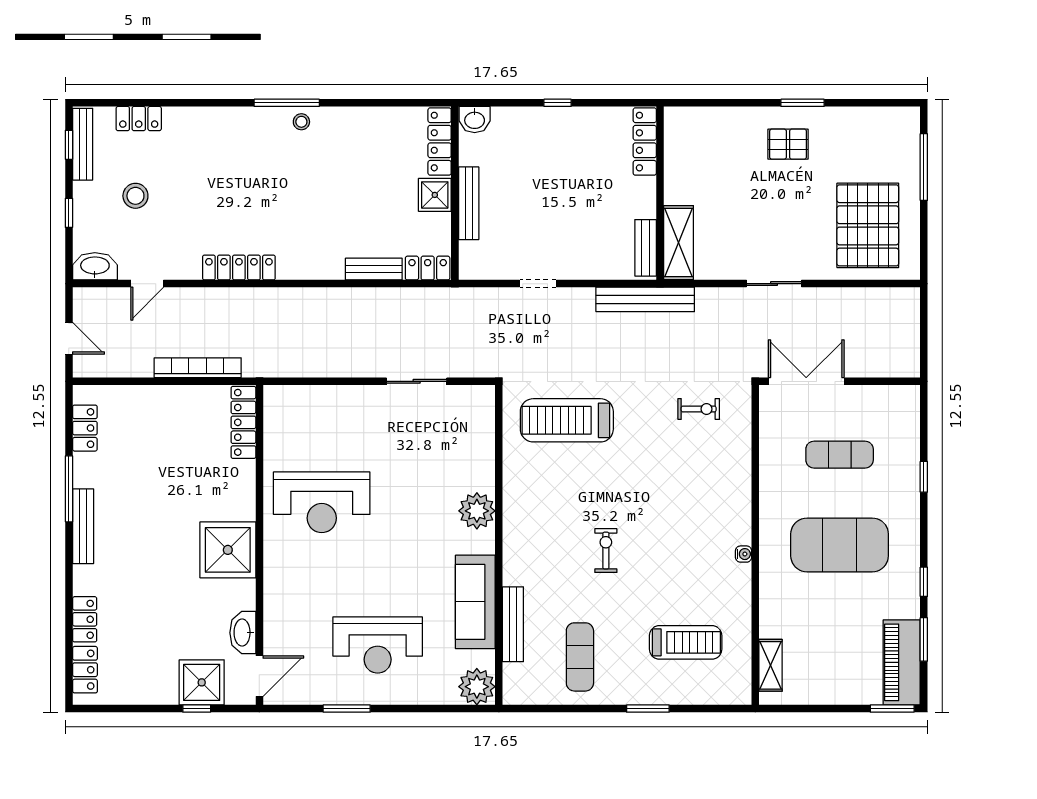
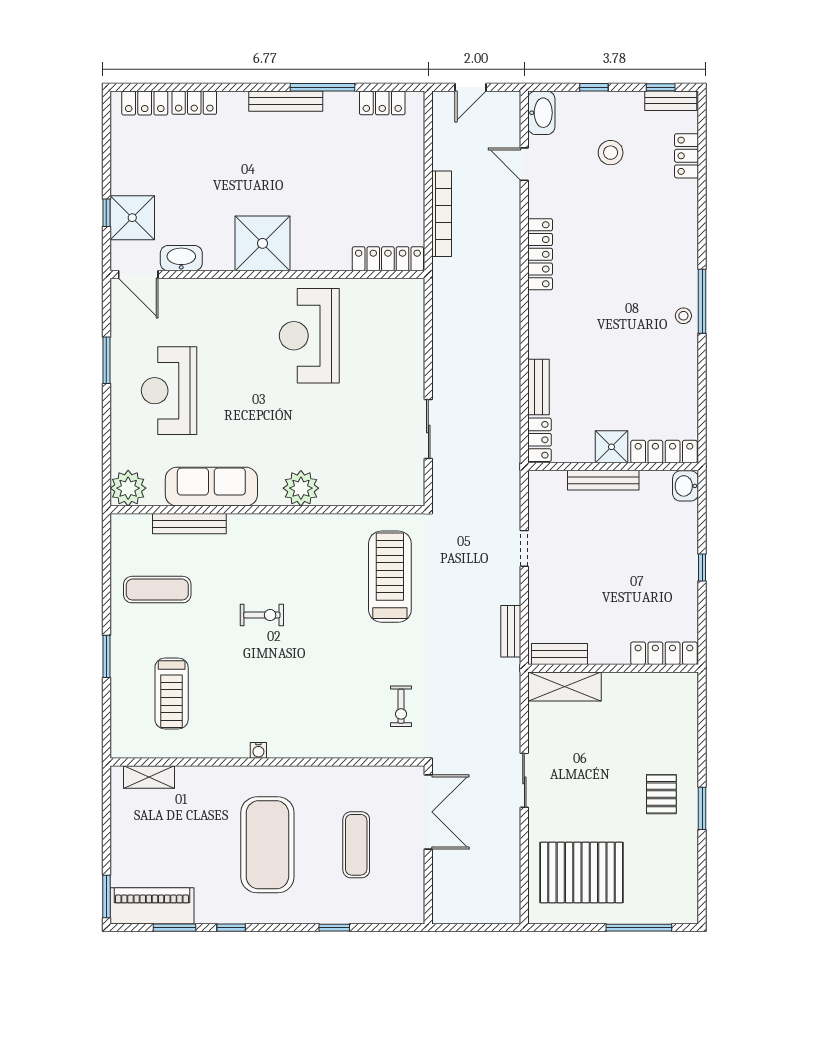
bench: (83, 144) -> (671, 101), width x0.73
bench: (645, 299) -> (511, 631), width x0.54, depth x0.82

